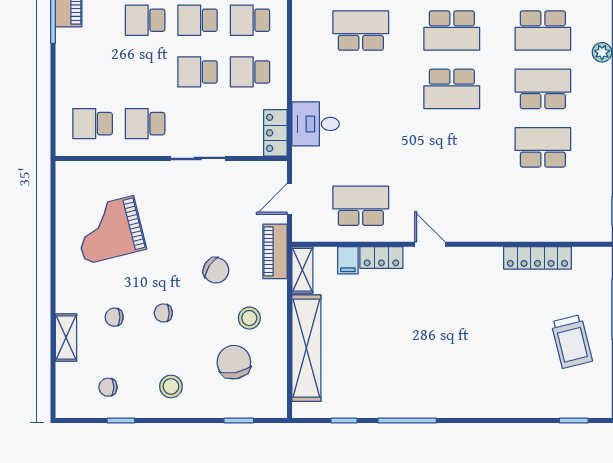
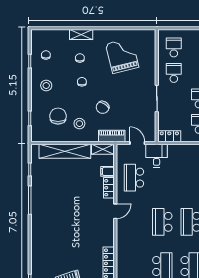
desk: (316, 124) -> (157, 156), moved
school desk: (452, 147) -> (162, 222), added
school desk: (361, 206) -> (134, 178), turned 180
shelving: (66, 337) -> (81, 35), moved
chair: (234, 362) -> (58, 116), turned -80

